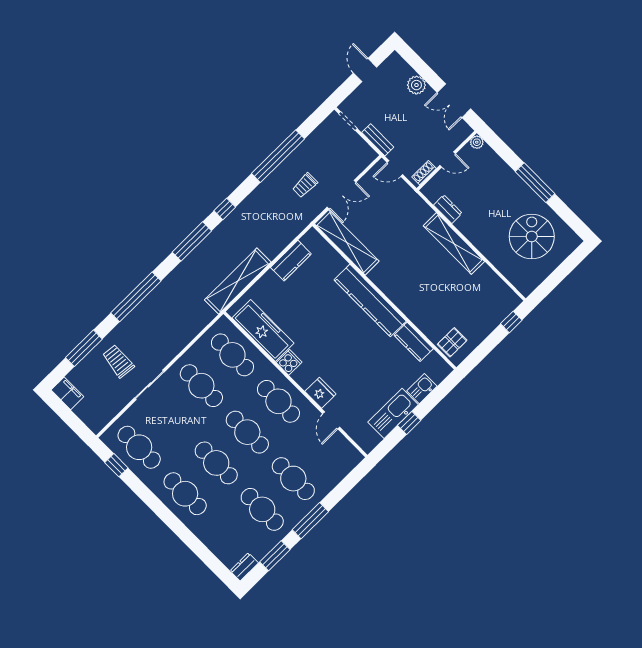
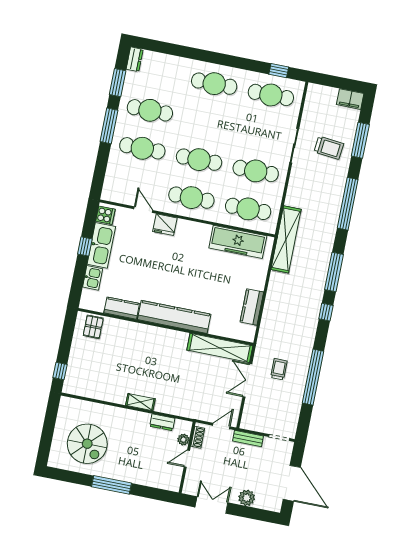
door: (365, 70) -> (292, 483), width x1.88
plant: (477, 142) -> (183, 440), moved
shelving: (454, 244) -> (140, 402), width x0.45, depth x0.75
shelving: (238, 281) -> (286, 239), moved
cooker: (289, 362) -> (105, 215), moved, turned -90
cafe table: (216, 463) -> (207, 122), removed

